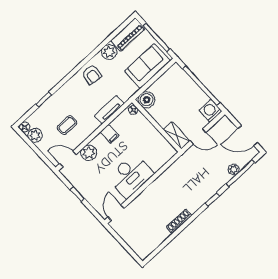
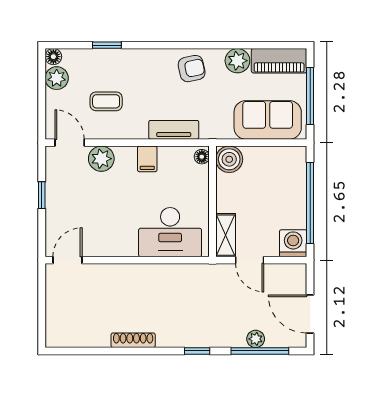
armchair: (92, 75) -> (192, 69), turned -109
desk: (131, 176) -> (170, 232), moved

